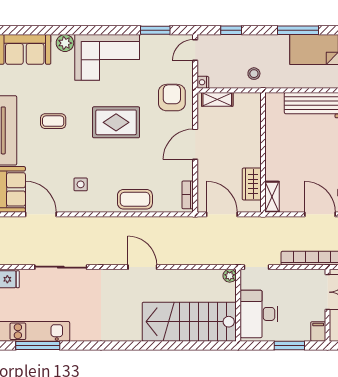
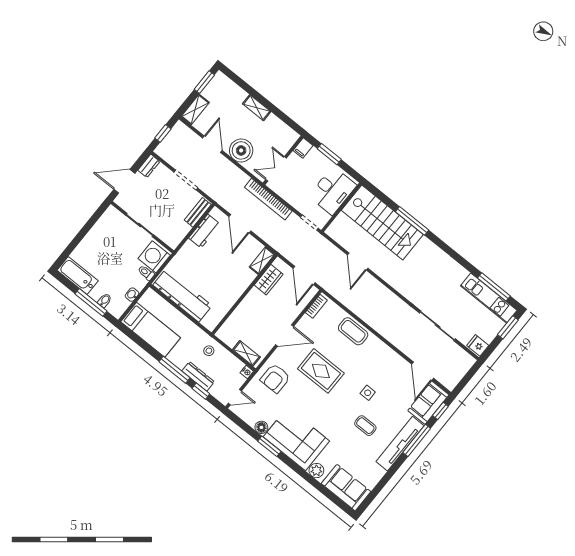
window: (155, 30) -> (269, 446), moved
window: (298, 30) -> (174, 370), moved
floor lamp: (148, 42) -> (261, 427), added
dresser: (245, 42) -> (198, 376), added
rug: (116, 122) -> (321, 371), moved
side table: (81, 184) -> (368, 393), moved
door: (142, 267) -> (358, 262), moved
plant: (230, 276) -> (331, 231), removed
window: (163, 345) -> (412, 221), added

